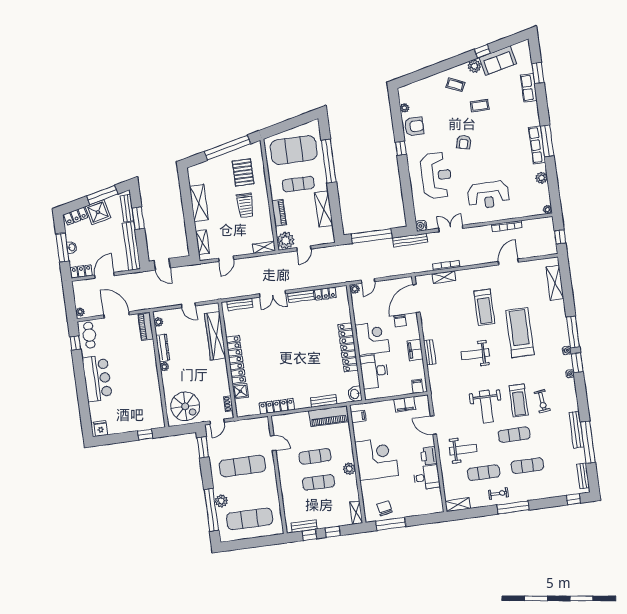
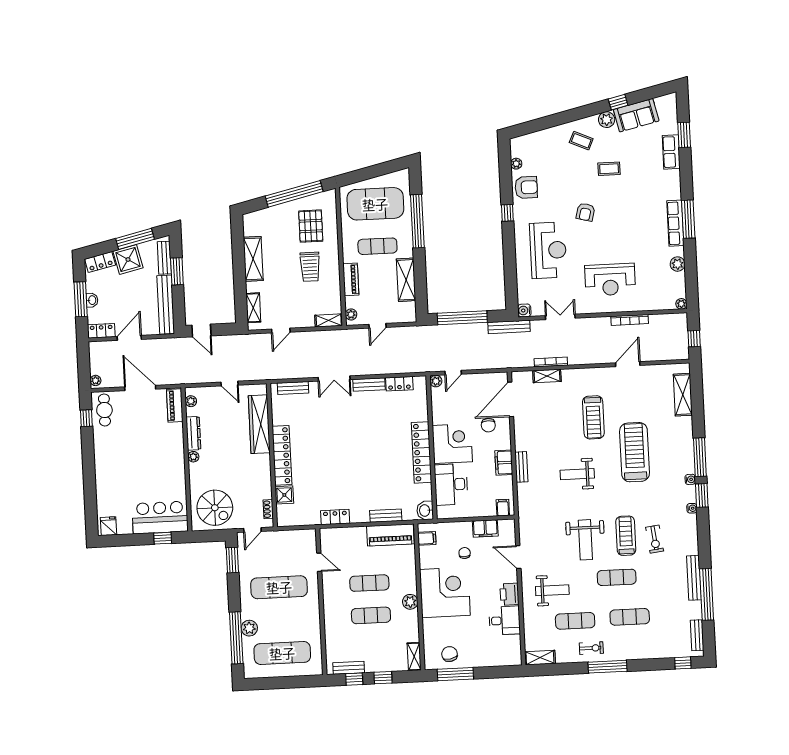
plant: (286, 240) -> (351, 314), width x0.53, depth x0.53
bar counter: (97, 379) -> (160, 517), moved, turned -90
treadmill: (519, 400) -> (626, 536), turned 180
locker: (277, 406) -> (335, 517), width x0.66
chair: (390, 426) -> (465, 553), added

